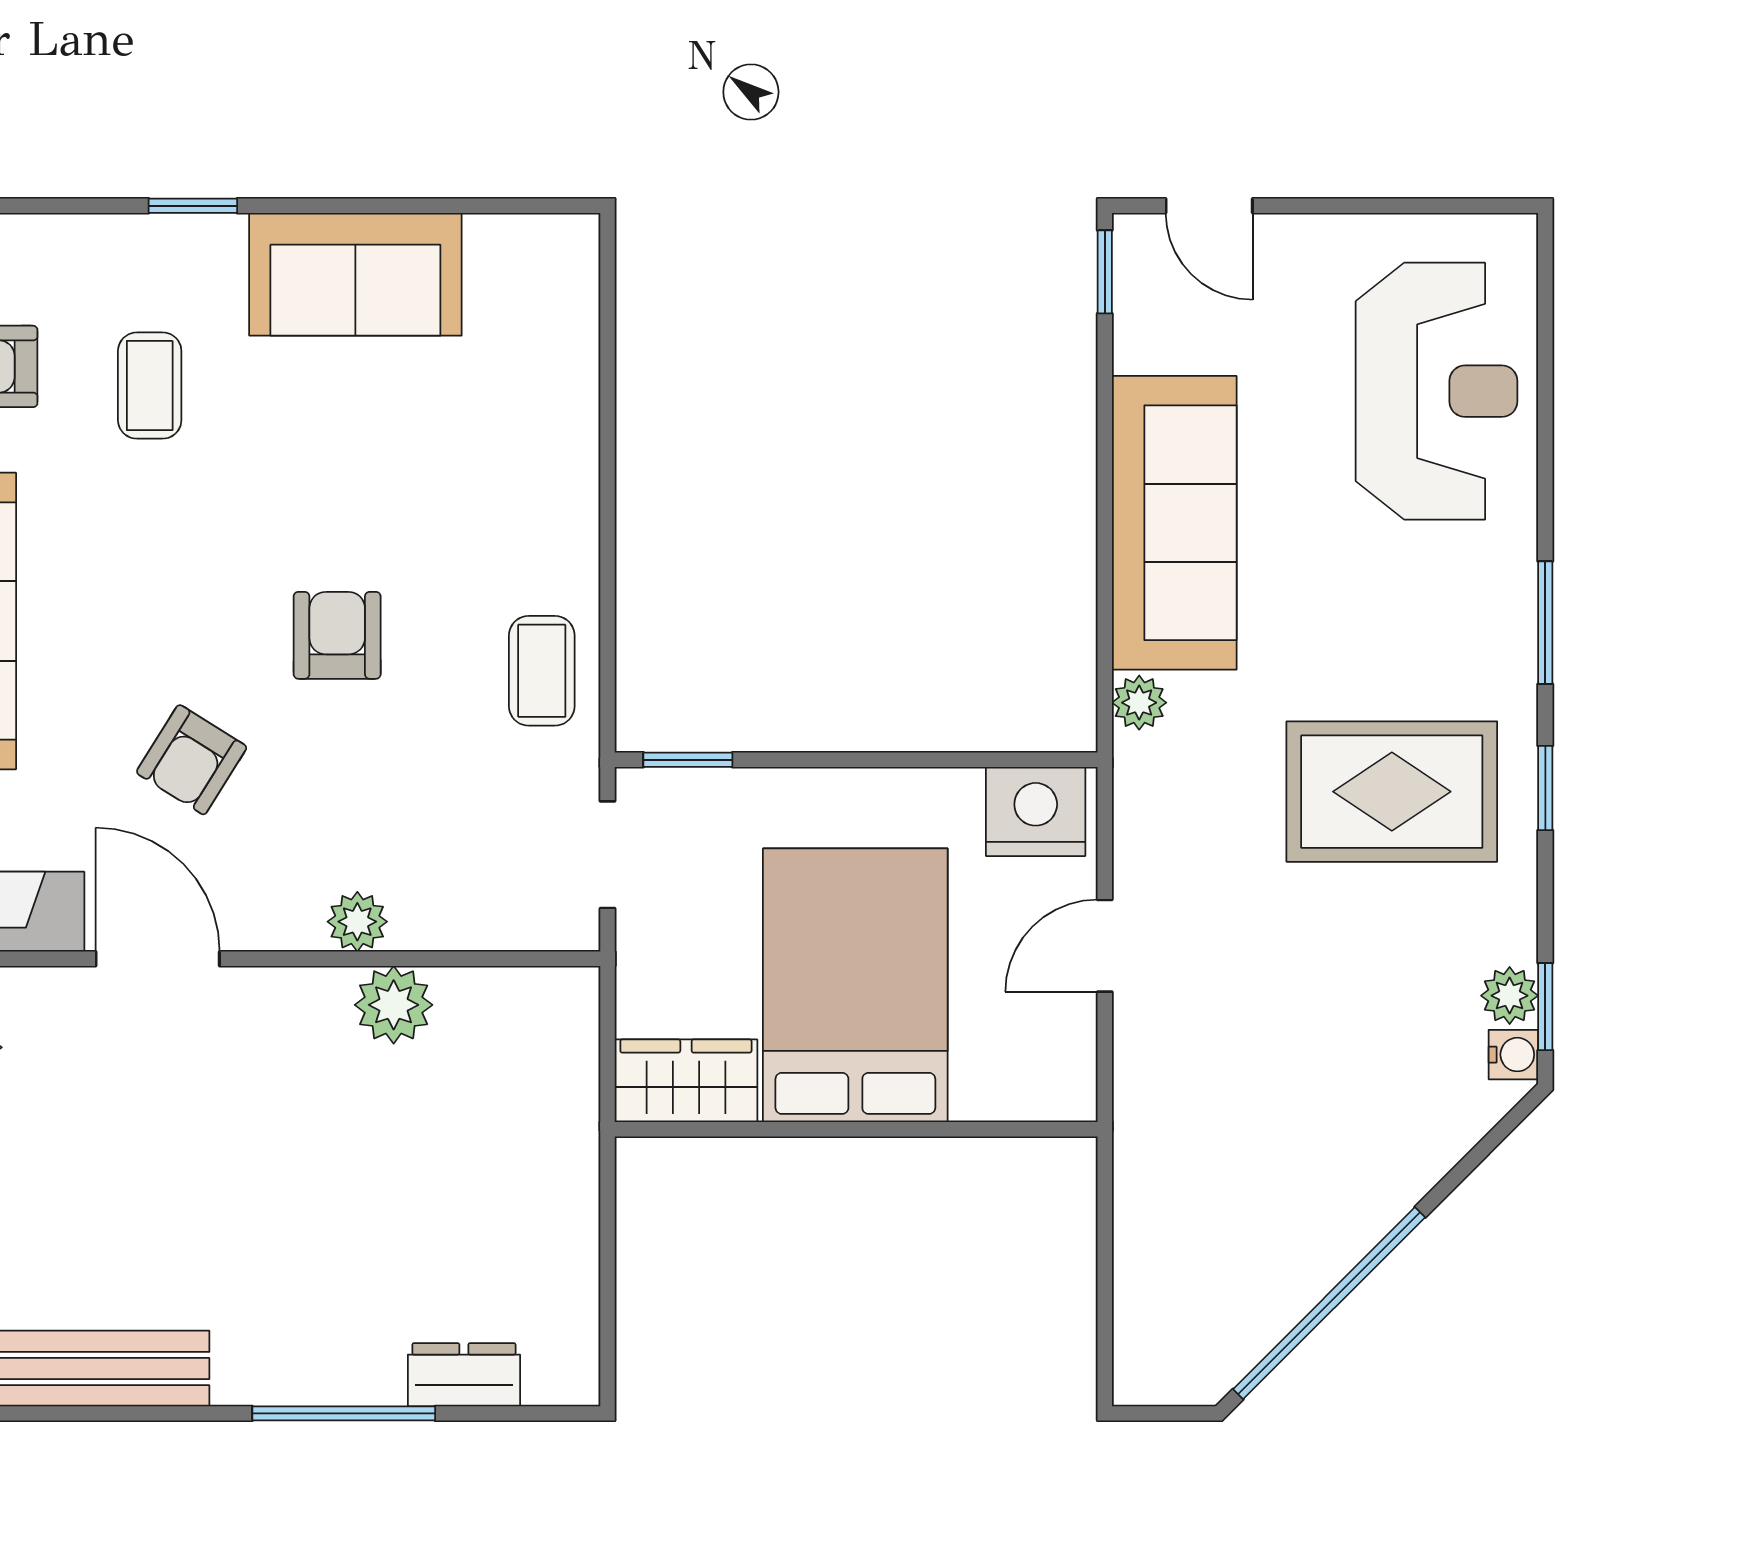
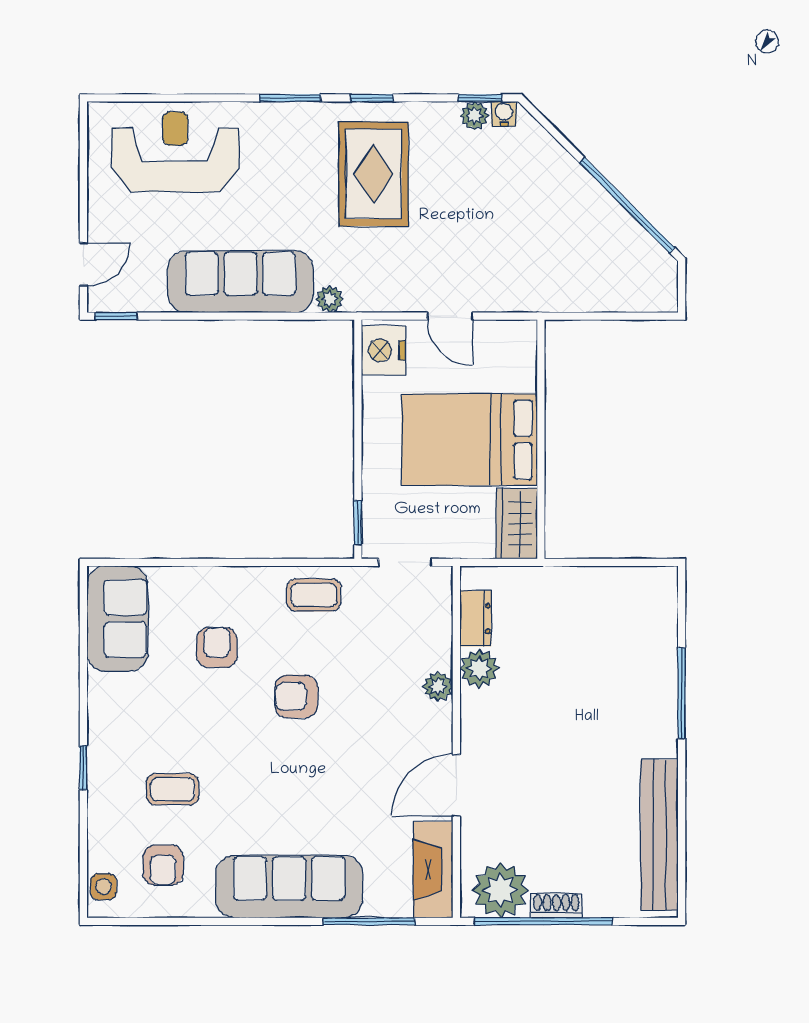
sofa: (355, 274) -> (117, 619), moved
armchair: (192, 760) -> (217, 648), moved, turned -122
dresser: (464, 1375) -> (476, 618), moved, turned 180

